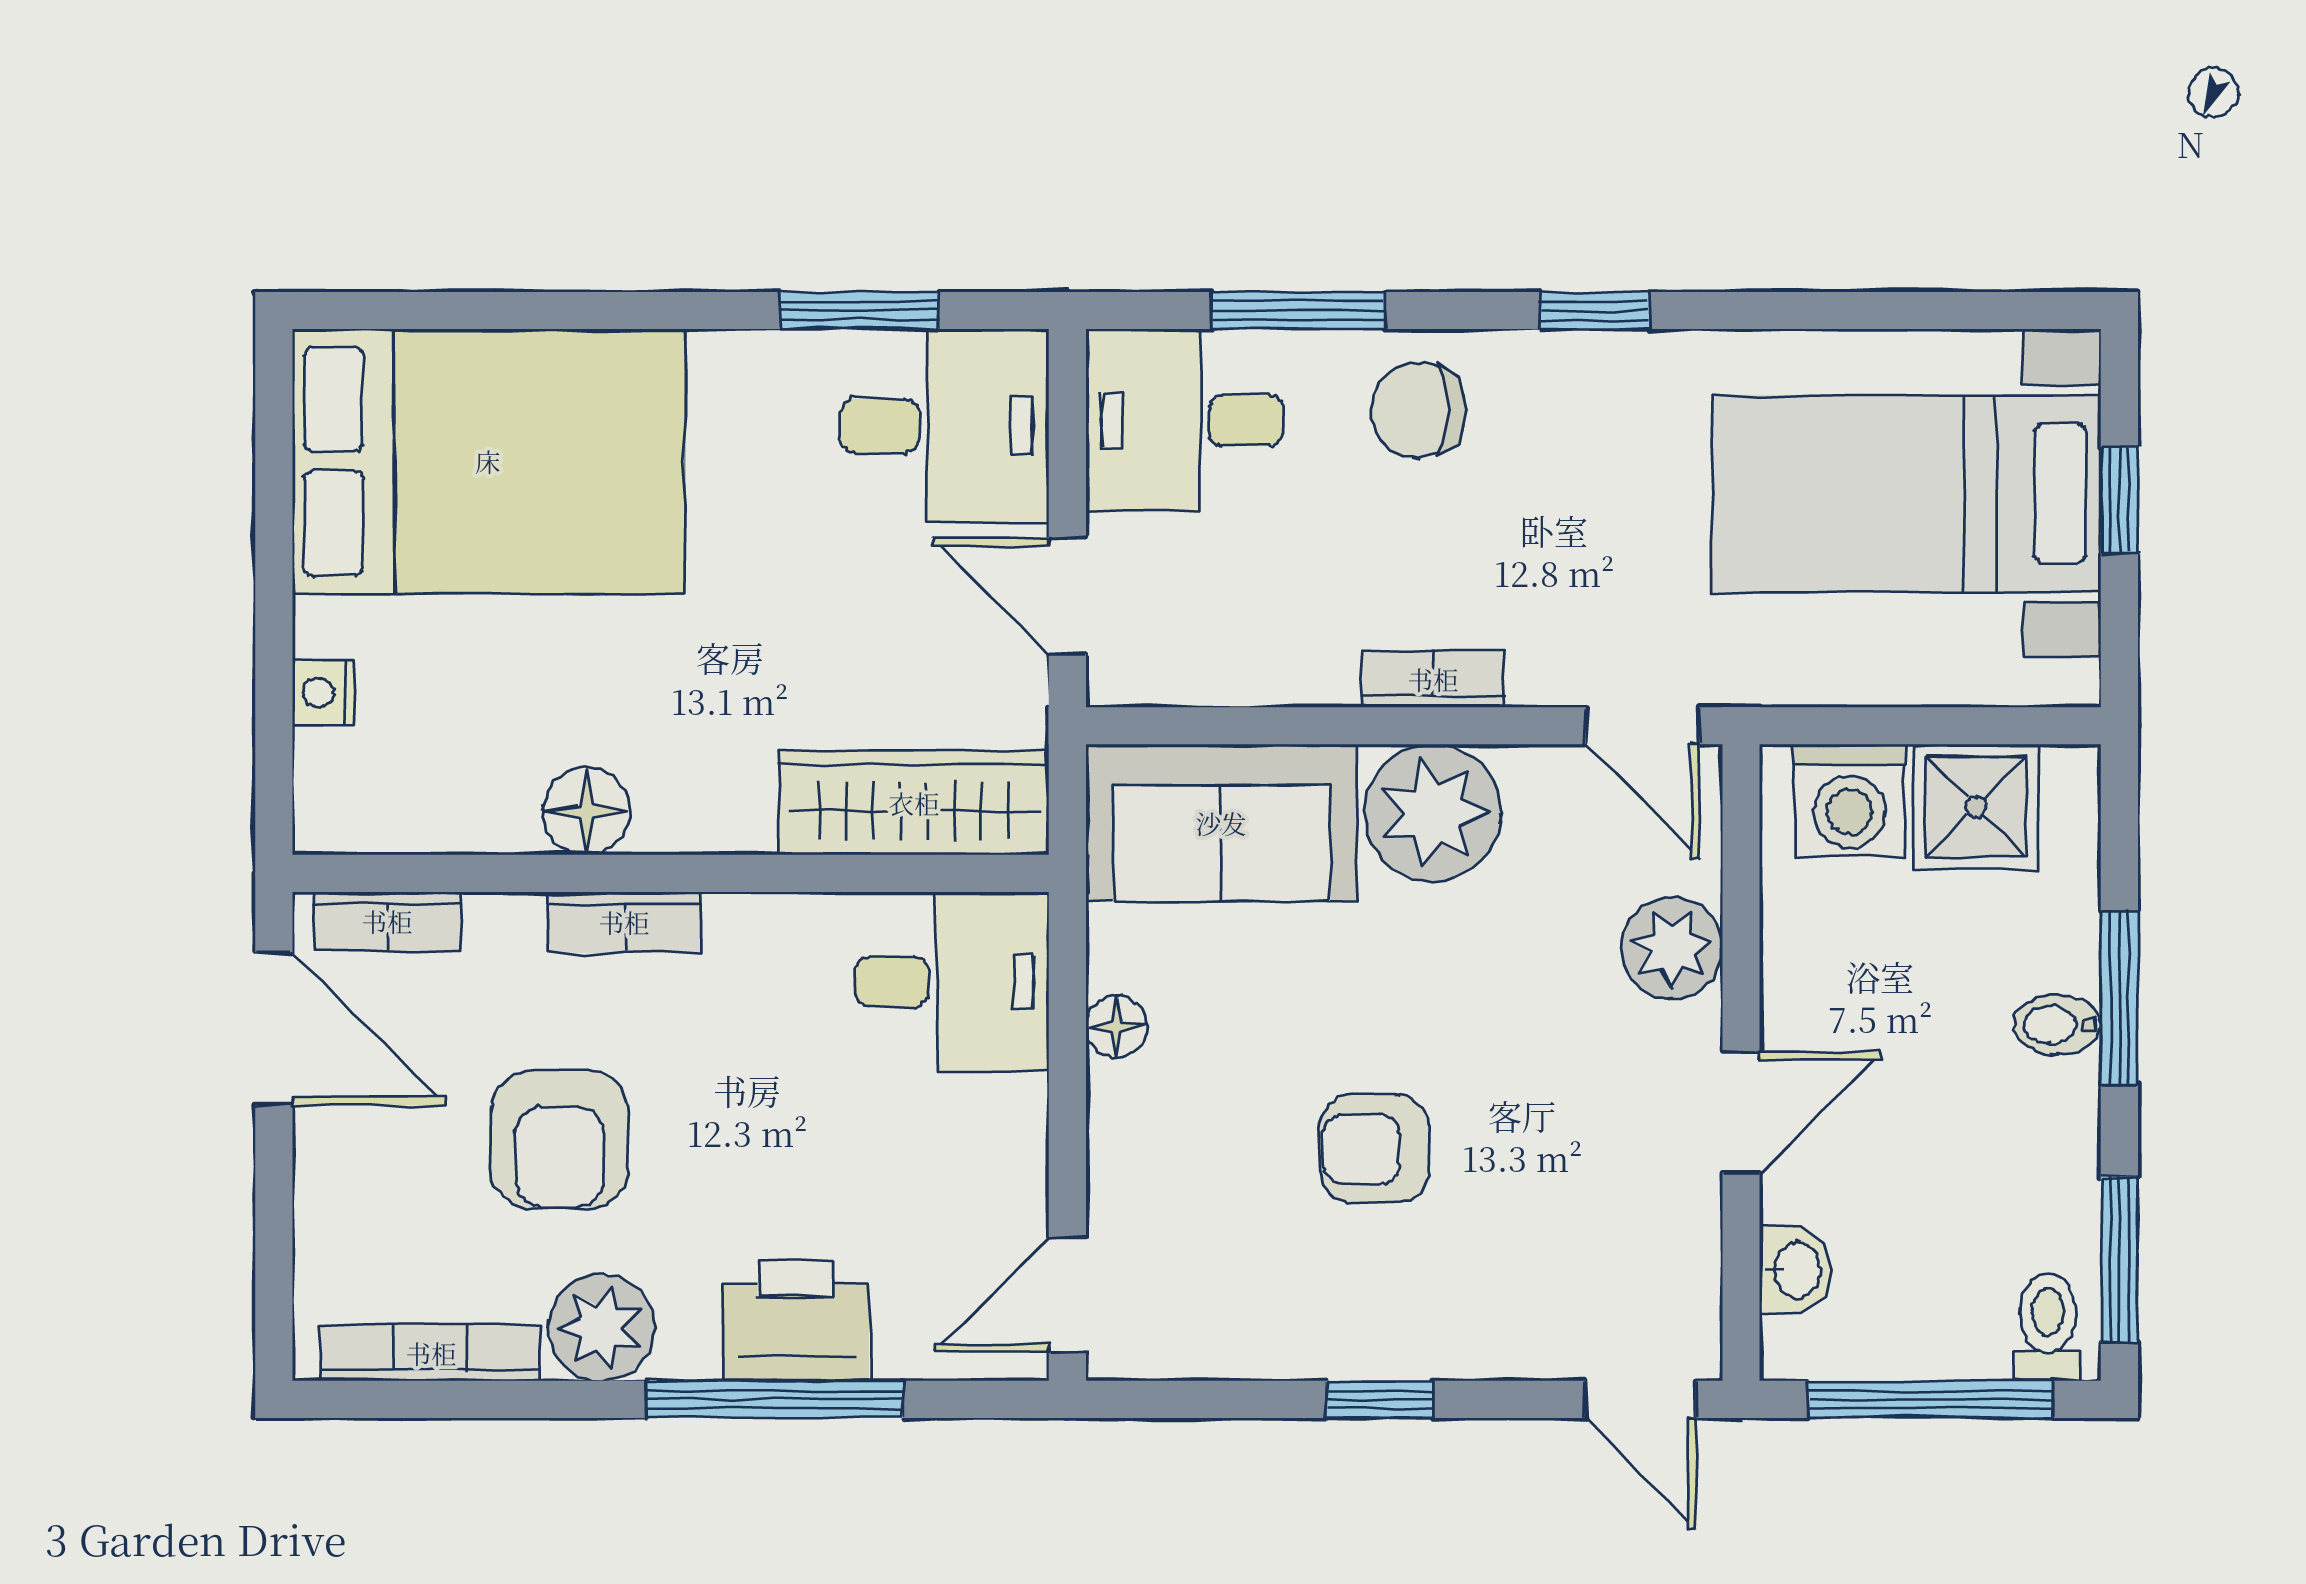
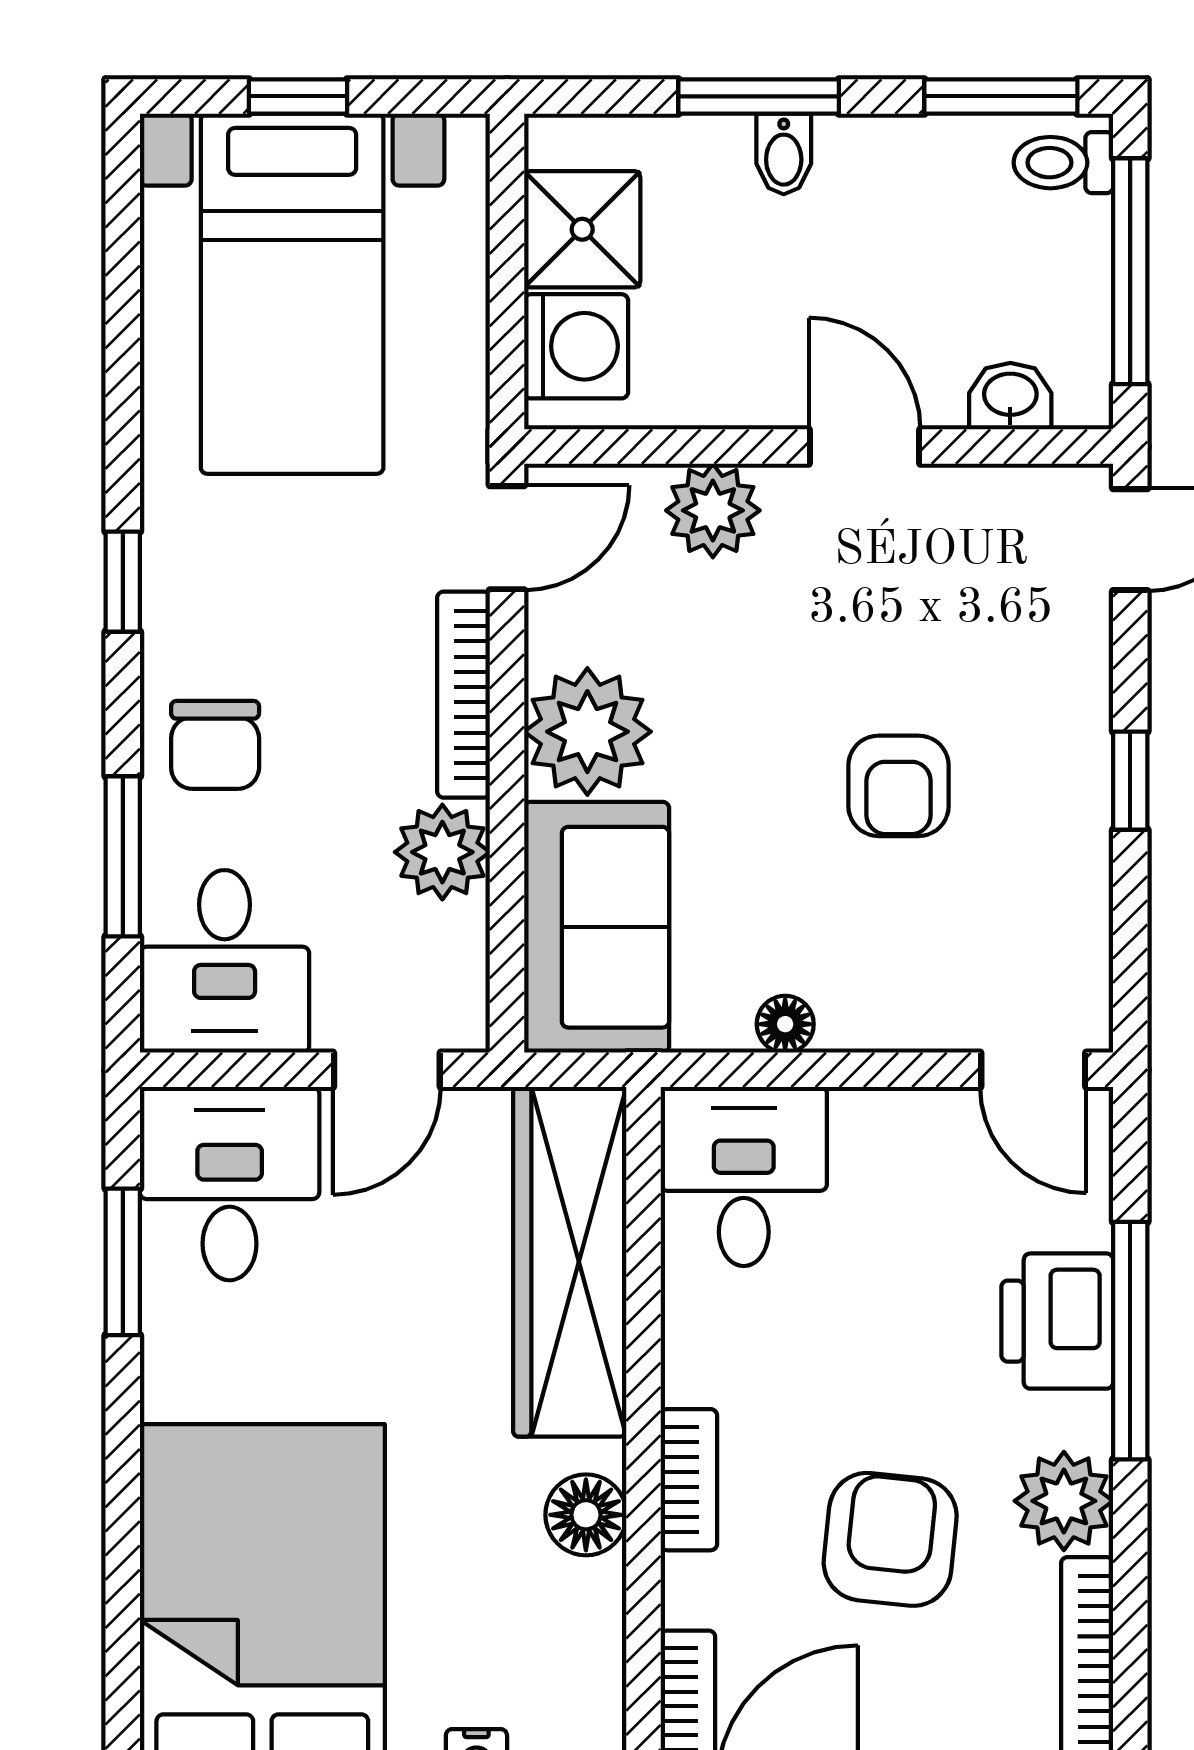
plant: (1303, 656) -> (442, 852), added
bookcase: (1433, 679) -> (464, 695), width x1.56
wardrobe: (914, 803) -> (570, 1262), width x1.40, depth x1.17
armchair: (560, 1140) -> (890, 1539), turned -84

